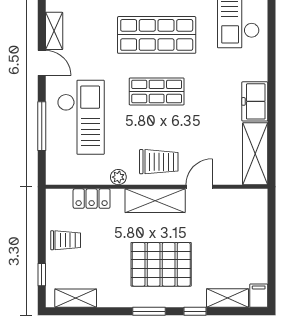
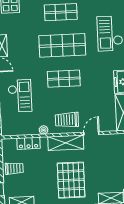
checkout: (81, 117) -> (20, 96), width x0.73, depth x0.83
trolley: (159, 162) -> (67, 120), turned 180
pallet: (161, 264) -> (71, 180), turned 90

